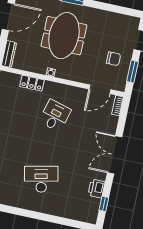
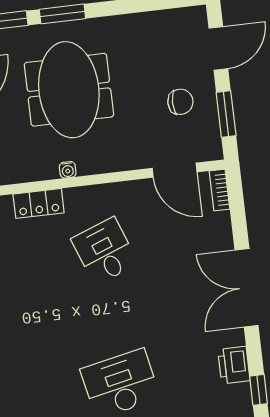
door: (100, 89) -> (175, 170), hinge flipped
desk: (55, 116) -> (105, 251), turned -36

